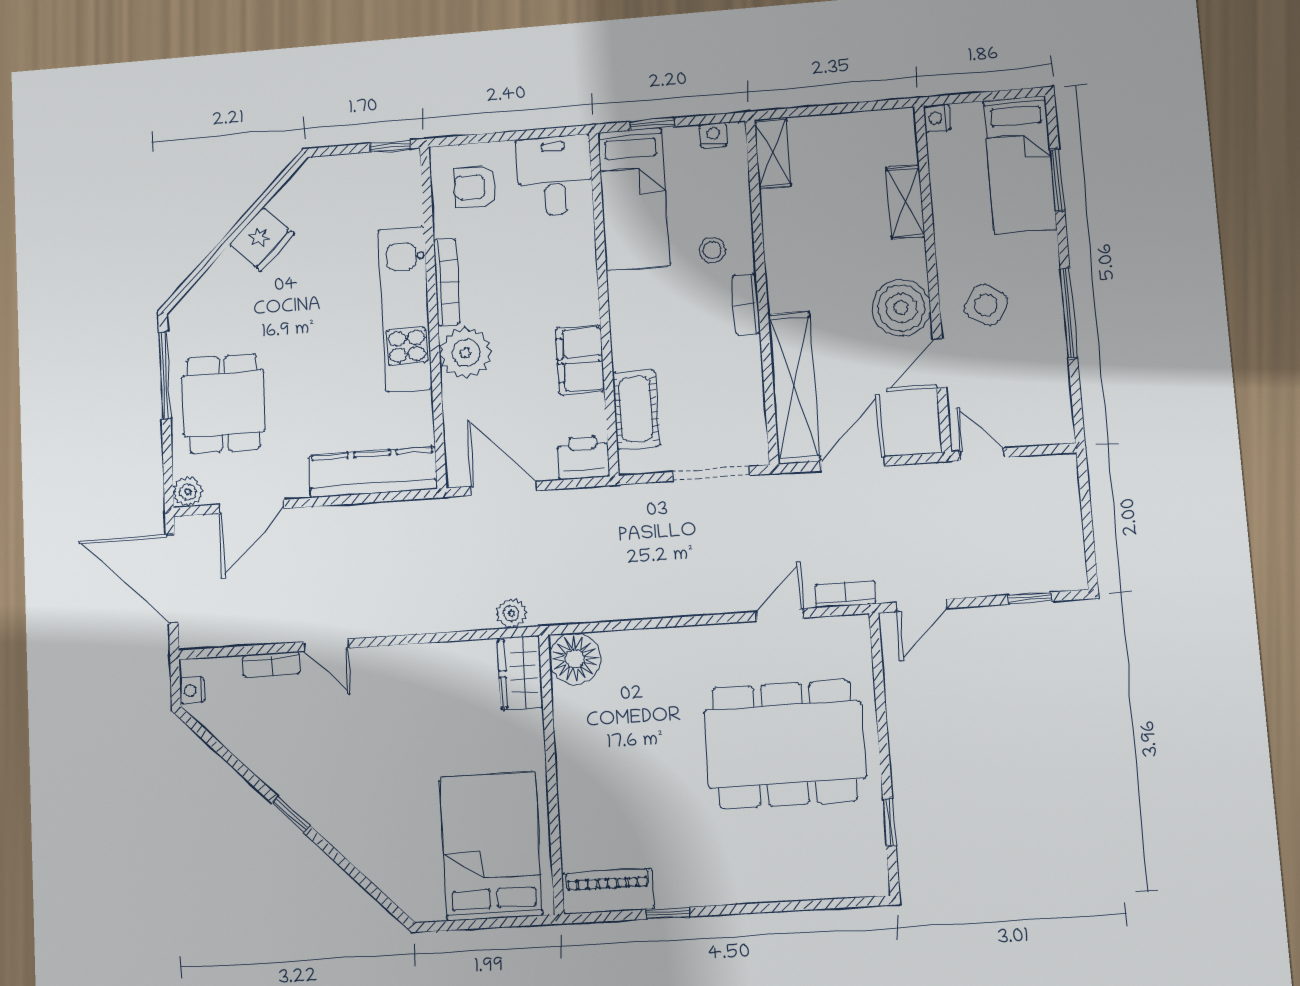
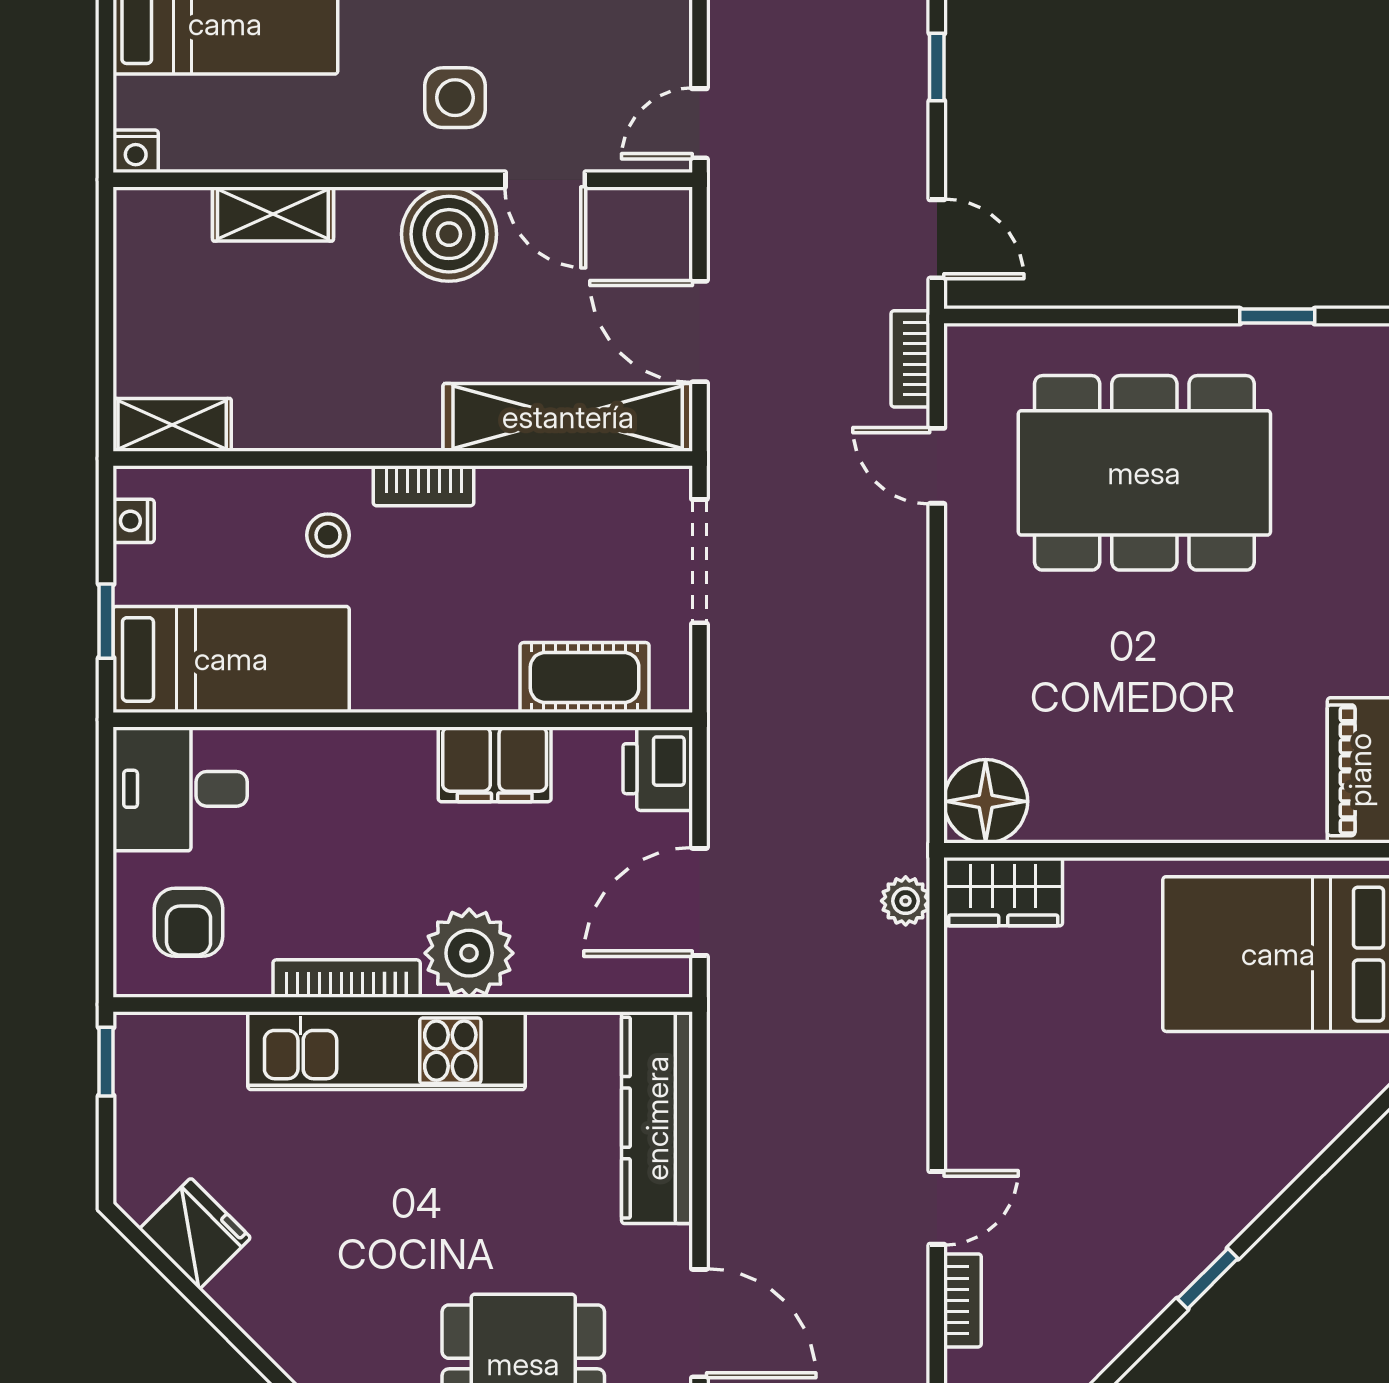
fridge: (262, 239) -> (195, 1233), moved
side table: (986, 305) -> (455, 98), turned -32
dining table: (785, 744) -> (1144, 473), turned 90

